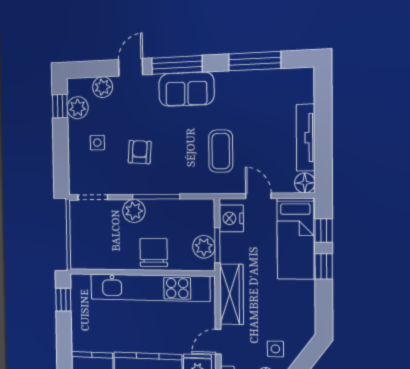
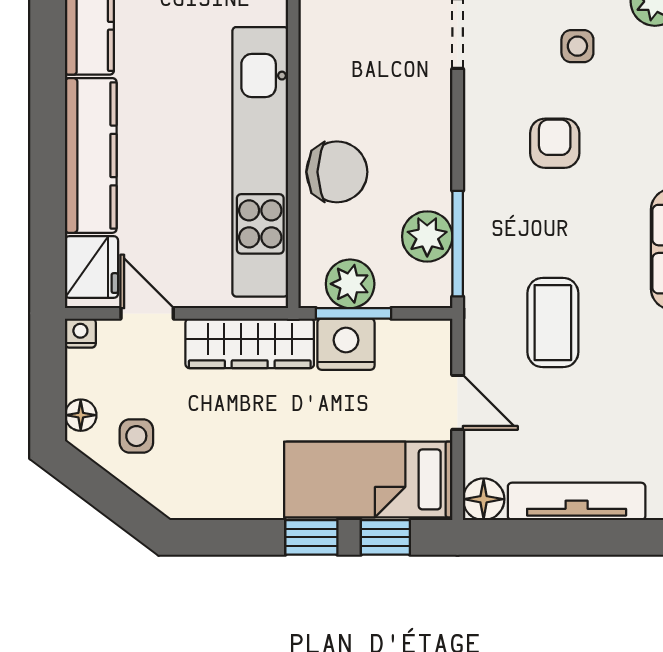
coffee table: (221, 151) -> (553, 323), turned 90
armchair: (140, 152) -> (555, 143), turned -94
door: (258, 196) -> (458, 402), hinge flipped
window: (156, 197) -> (458, 244), moved
plant: (134, 211) -> (427, 236), moved
nightstand: (231, 218) -> (346, 344), moved

